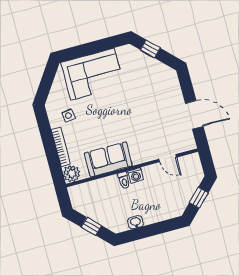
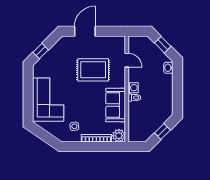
door: (194, 115) -> (85, 31), moved
rug: (144, 120) -> (93, 70), added
door: (168, 158) -> (127, 60), hinge flipped
washbasin: (136, 222) -> (168, 68), moved

